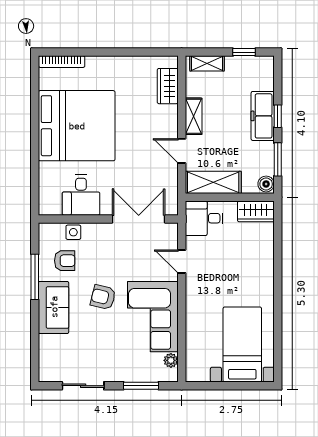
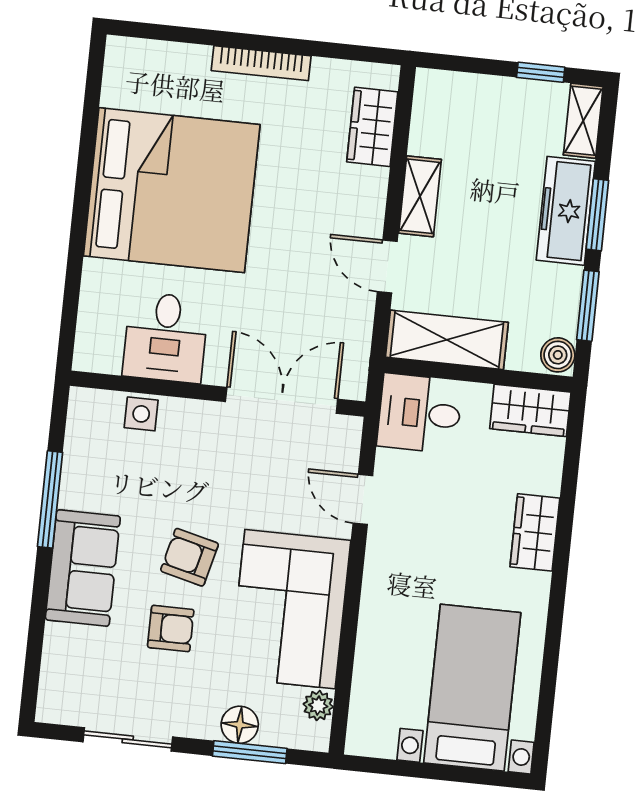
bookcase: (62, 62) -> (261, 63), moved
shelving: (207, 63) -> (583, 121), moved, turned 90
window: (278, 116) -> (597, 215), width x1.50
armchair: (65, 261) -> (171, 628), moved
wardrobe: (264, 268) -> (535, 532), added
floor lamp: (135, 373) -> (240, 725), added

